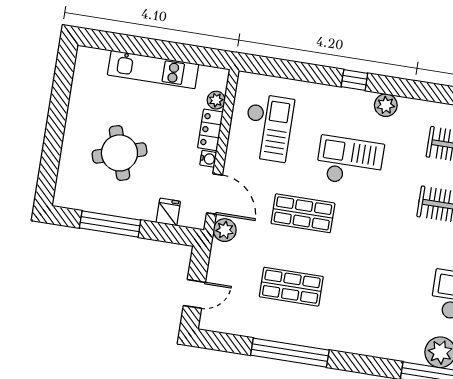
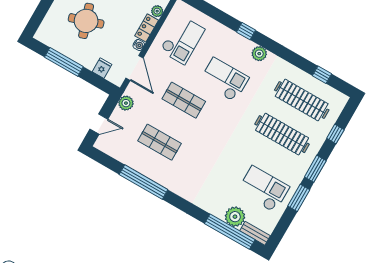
plant: (225, 230) -> (126, 103), moved

